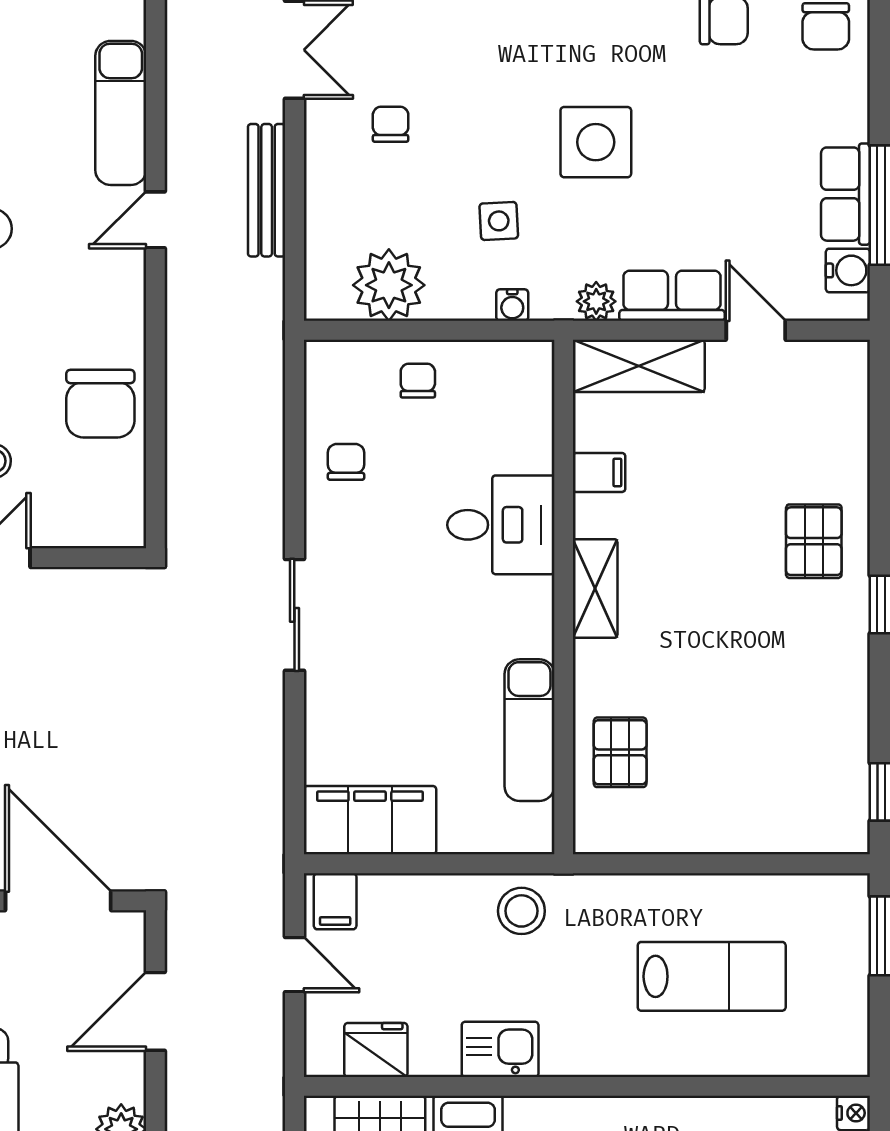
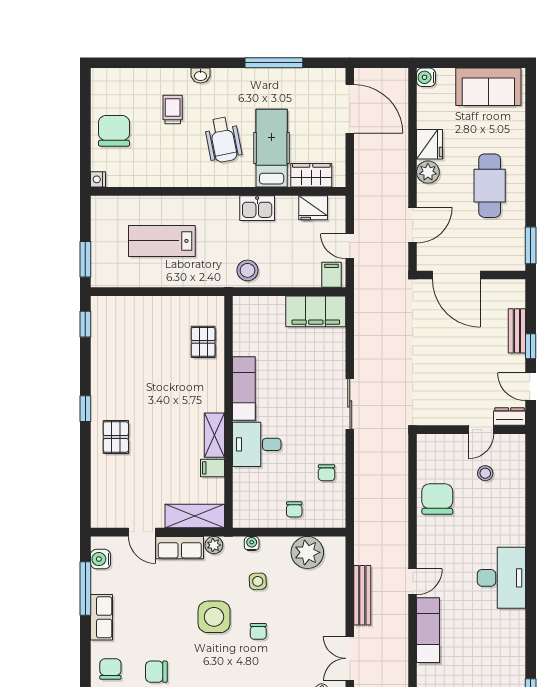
chair: (391, 124) -> (258, 631), moved
row of seats: (845, 194) -> (102, 617), moved
shelving: (595, 588) -> (214, 435), moved
exam couch: (529, 730) -> (244, 388), moved

